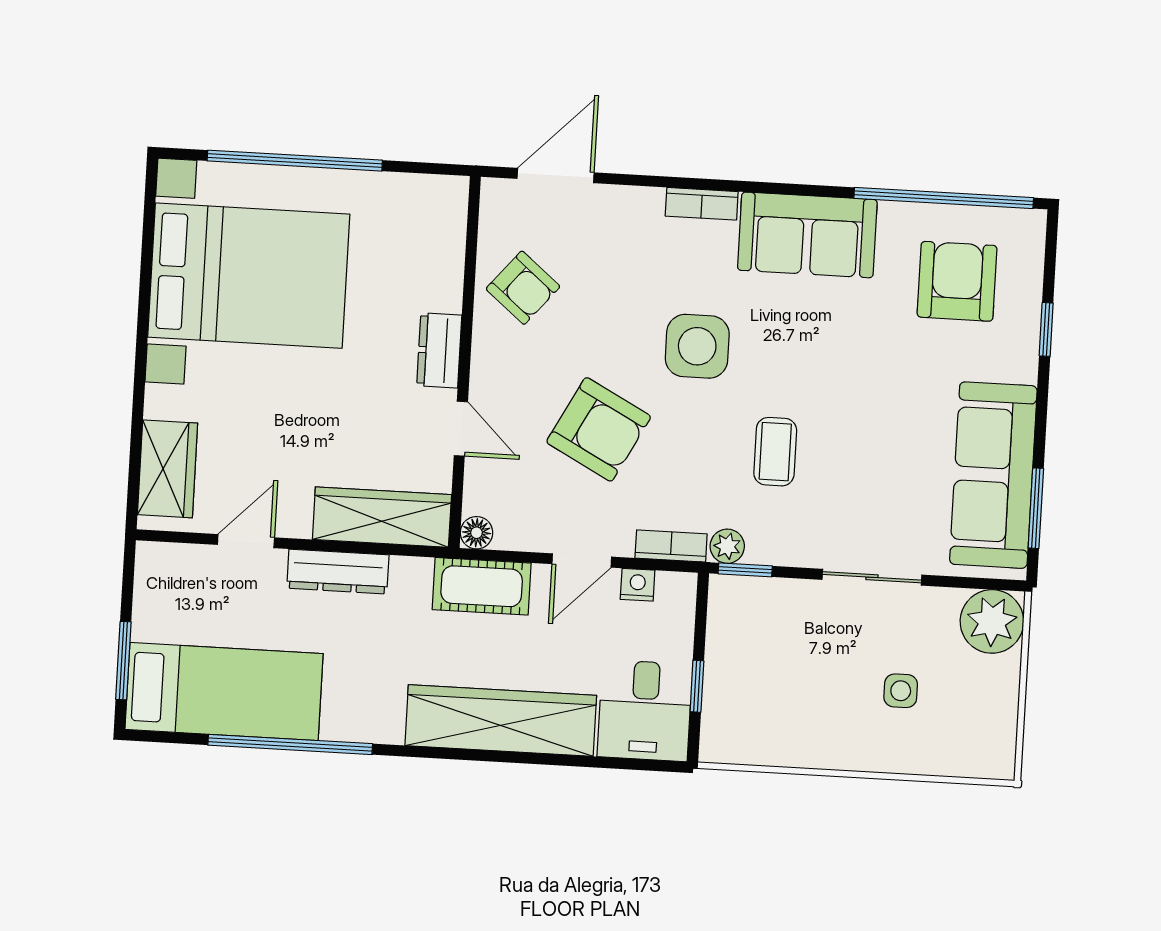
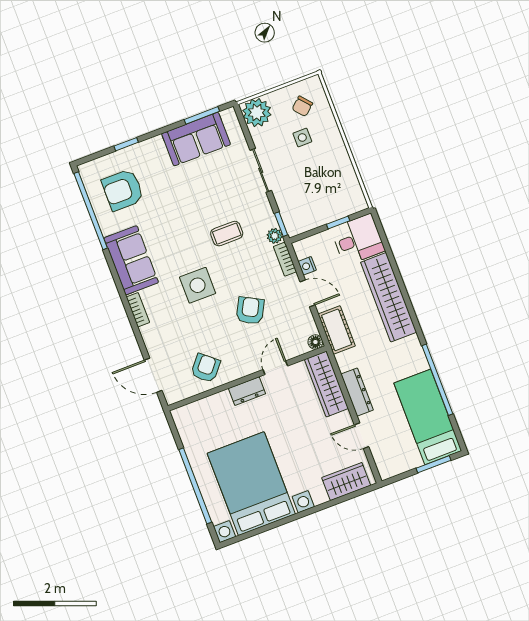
armchair: (599, 429) -> (250, 311), width x0.72, depth x0.72
sofa: (993, 475) -> (196, 139), width x0.73
chair: (964, 719) -> (302, 106), added

